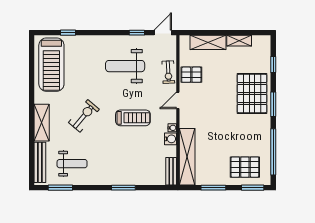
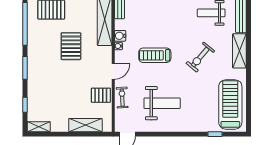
window: (137, 33) -> (151, 134), removed
shelving: (239, 41) -> (39, 127), moved
pallet: (252, 93) -> (71, 46), moved, width x0.73, depth x0.71

